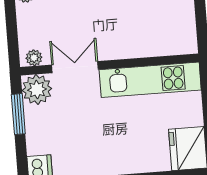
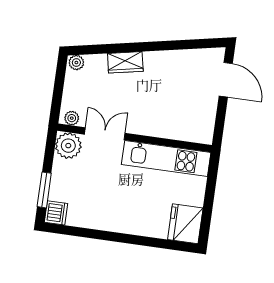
window: (18, 114) -> (44, 190), moved

